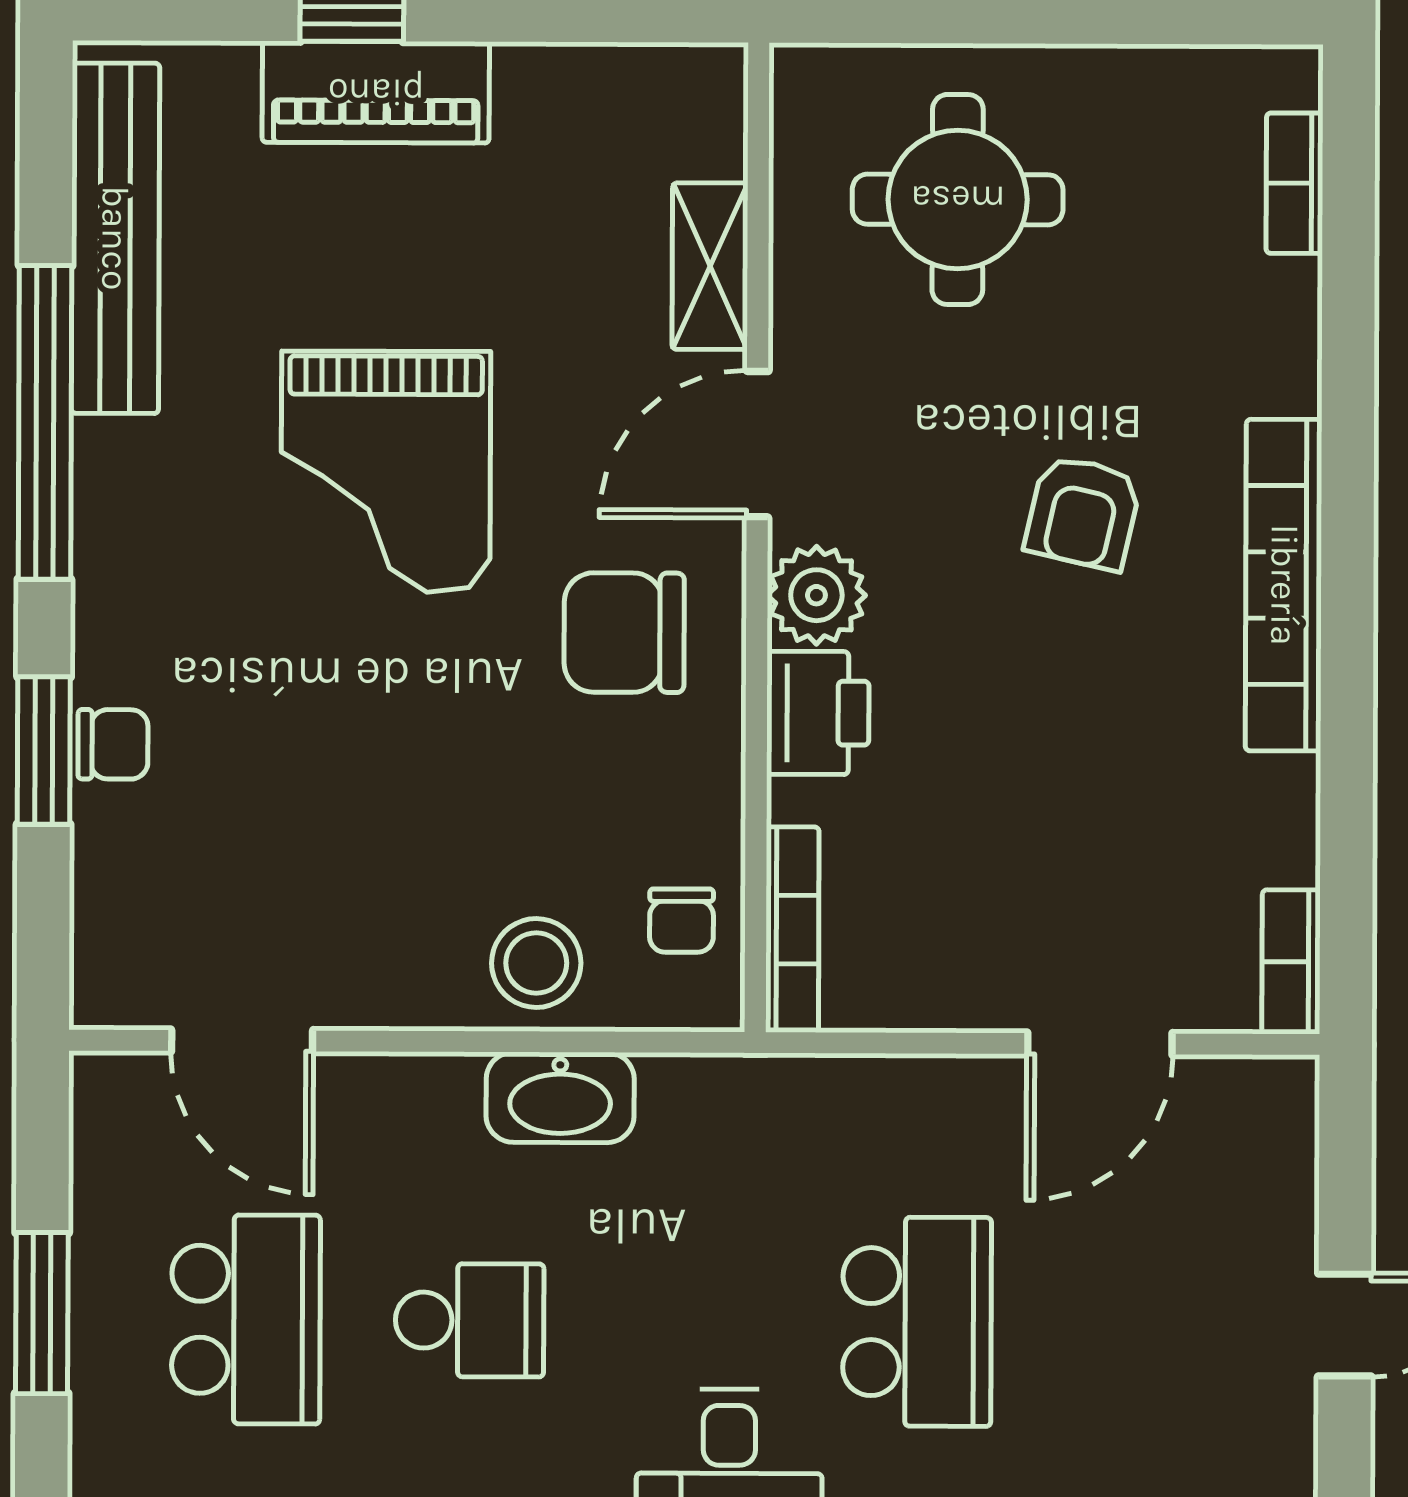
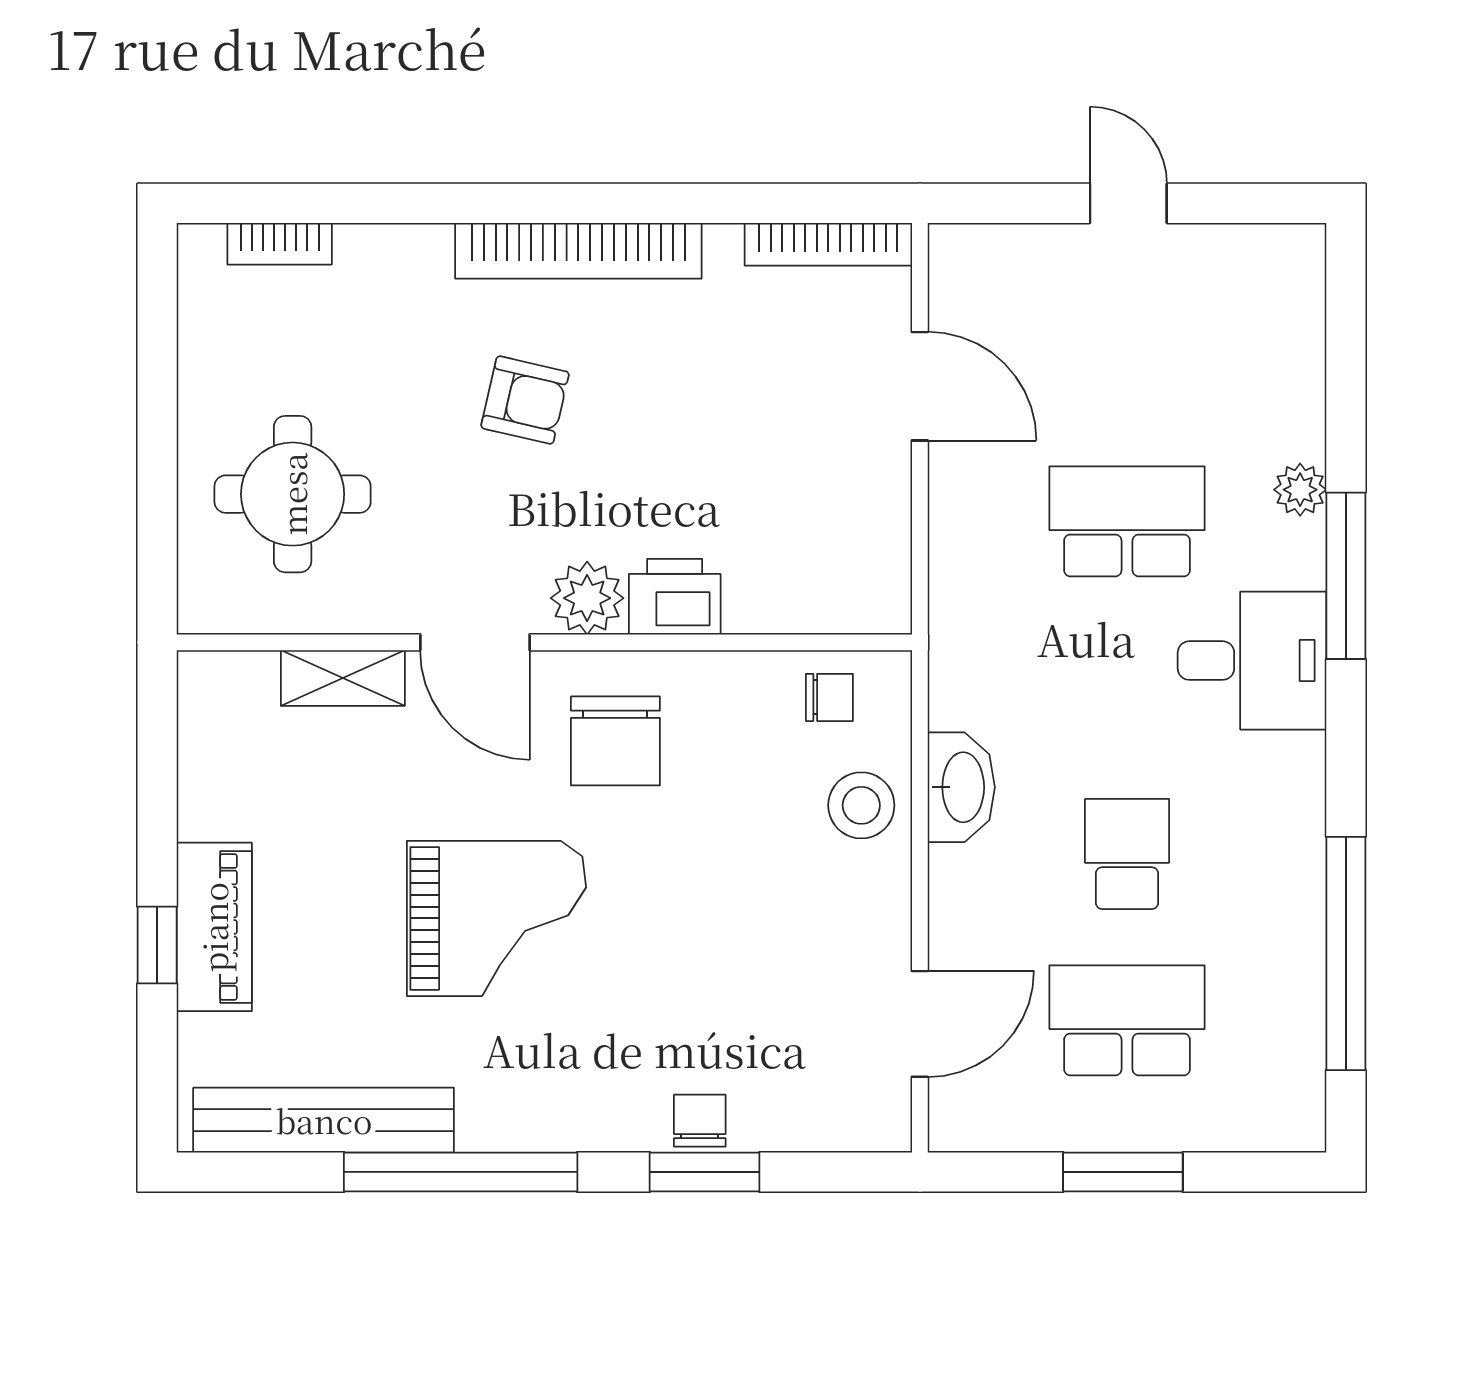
bookcase: (792, 929) -> (836, 615), removed
bookcase: (1291, 962) -> (828, 244), width x1.56

